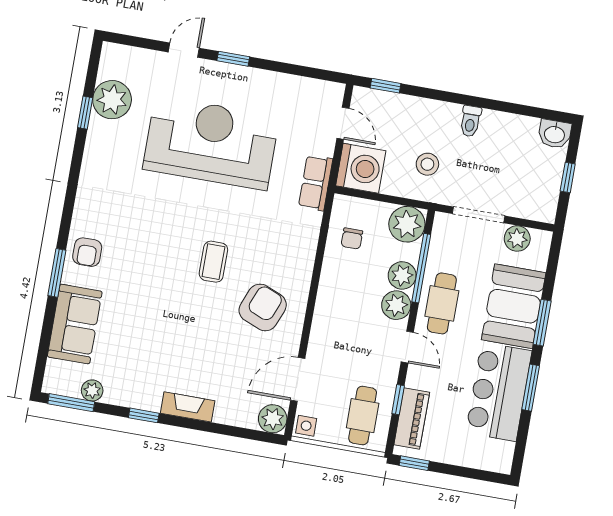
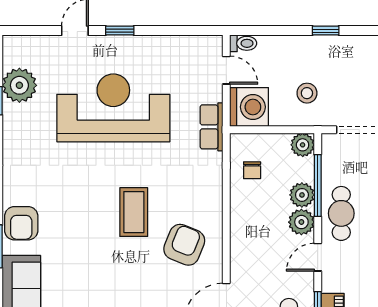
window: (386, 86) -> (326, 31), moved
toilet: (470, 121) -> (243, 43), moved, turned -90
plant: (407, 224) -> (303, 145), width x0.73, depth x0.73
armchair: (87, 252) -> (21, 223), width x1.38, depth x1.38
coffee table: (213, 262) -> (134, 212), width x1.36, depth x1.30
door: (407, 347) -> (318, 257), swing flipped

